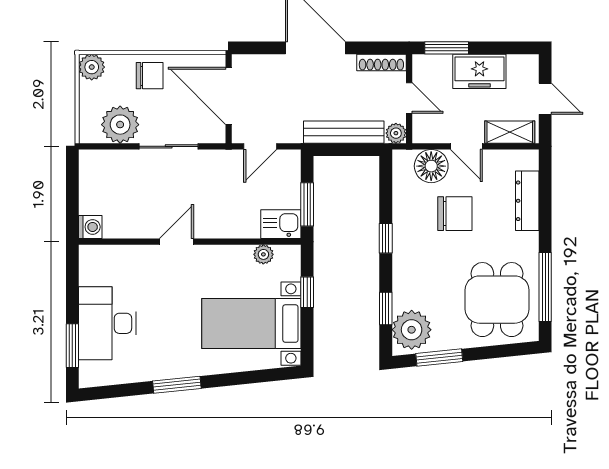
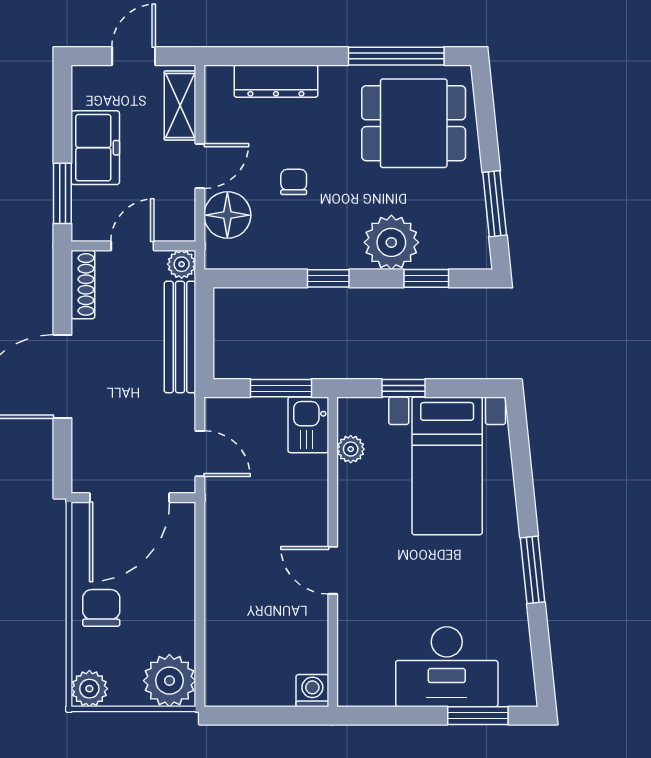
plant: (120, 125) -> (169, 681), moved
sliding door: (169, 146) -> (200, 581), removed
chair: (455, 214) -> (294, 182), width x0.54, depth x0.54
plant: (412, 330) -> (391, 242), moved

